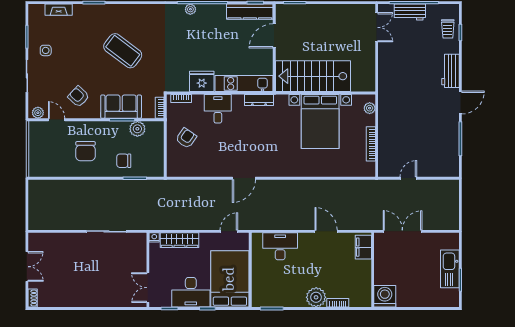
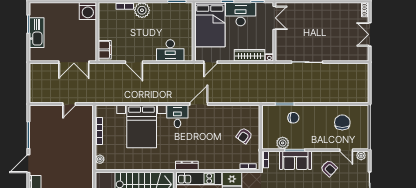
desk: (218, 109) -> (177, 116), moved, turned 180
bed with nightstands: (320, 122) -> (142, 126), moved, turned 180
chair: (85, 151) -> (342, 122), moved

